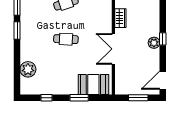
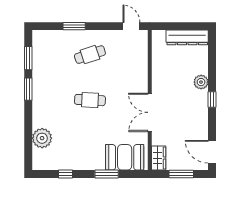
wardrobe: (120, 18) -> (159, 158), moved
plant: (154, 43) -> (201, 82), moved
door: (163, 80) -> (212, 152), hinge flipped

